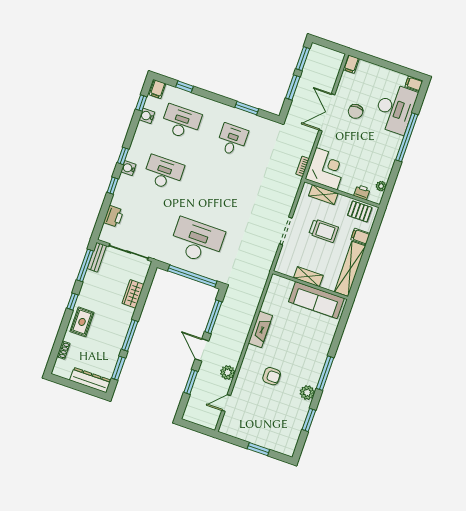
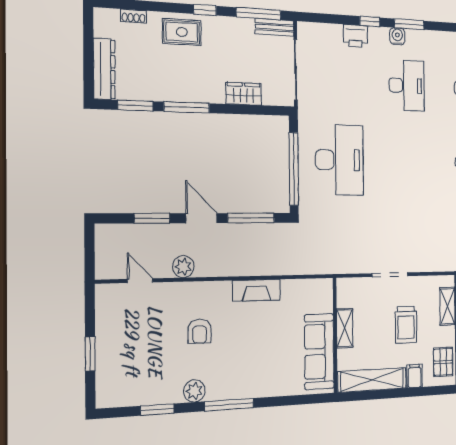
window: (123, 156) -> (409, 24), width x1.50
printer: (114, 216) -> (355, 36), moved
door: (202, 350) -> (201, 218), hinge flipped

